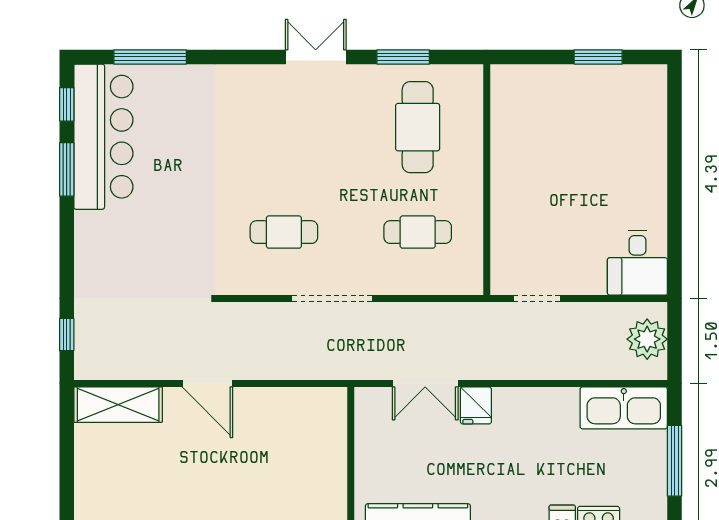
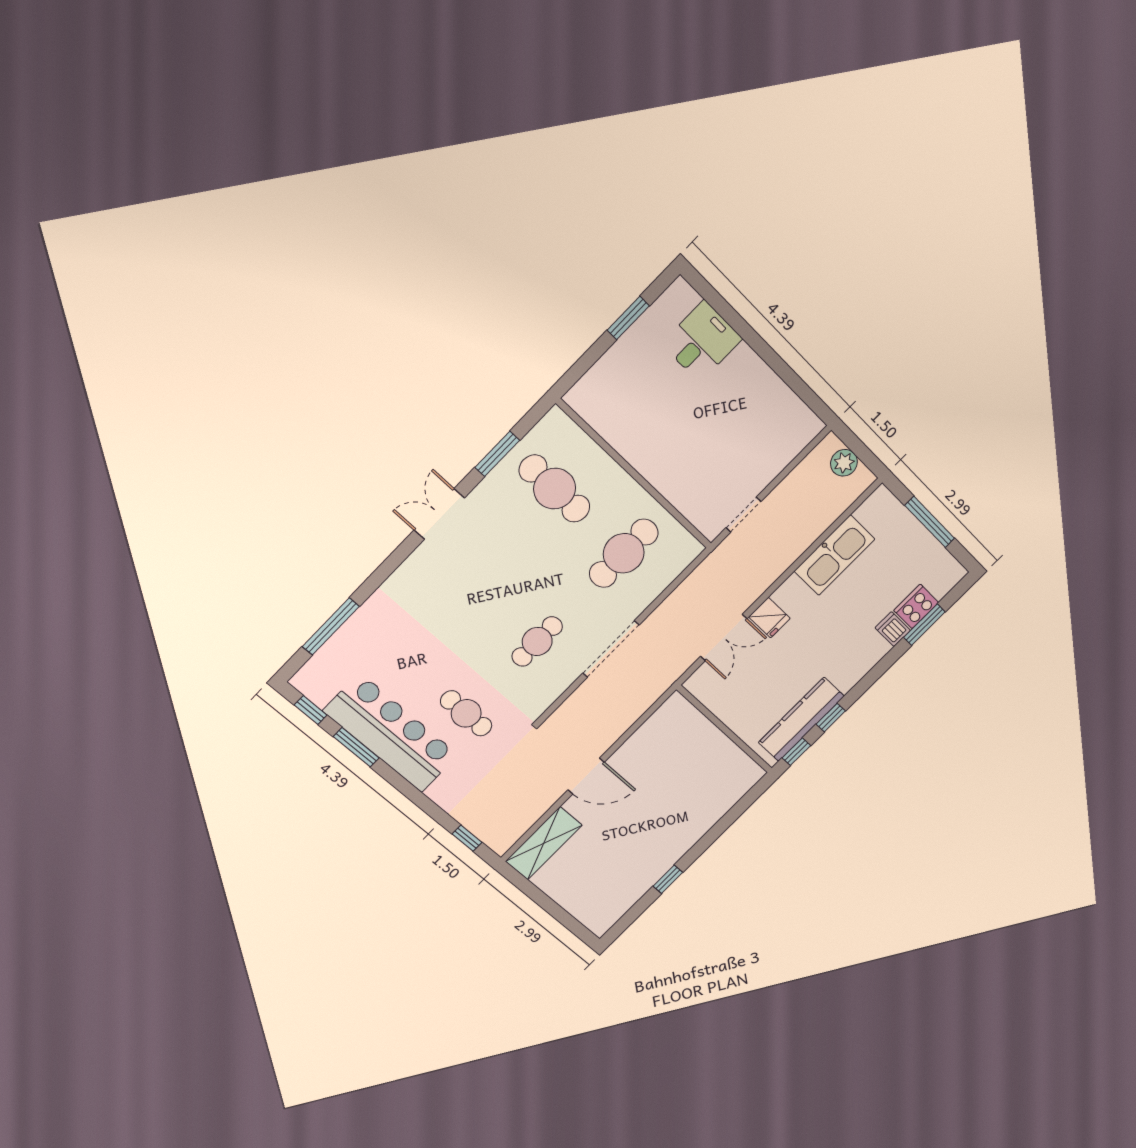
bar counter: (103, 137) -> (391, 733), moved
cafe table: (173, 232) -> (466, 713), added
cafe table: (418, 232) -> (624, 553), width x1.37, depth x1.35
desk: (637, 263) -> (702, 341), moved, turned -90
plant: (647, 339) -> (844, 463), width x0.73, depth x0.73
kitchen sink: (624, 408) -> (835, 555), moved

